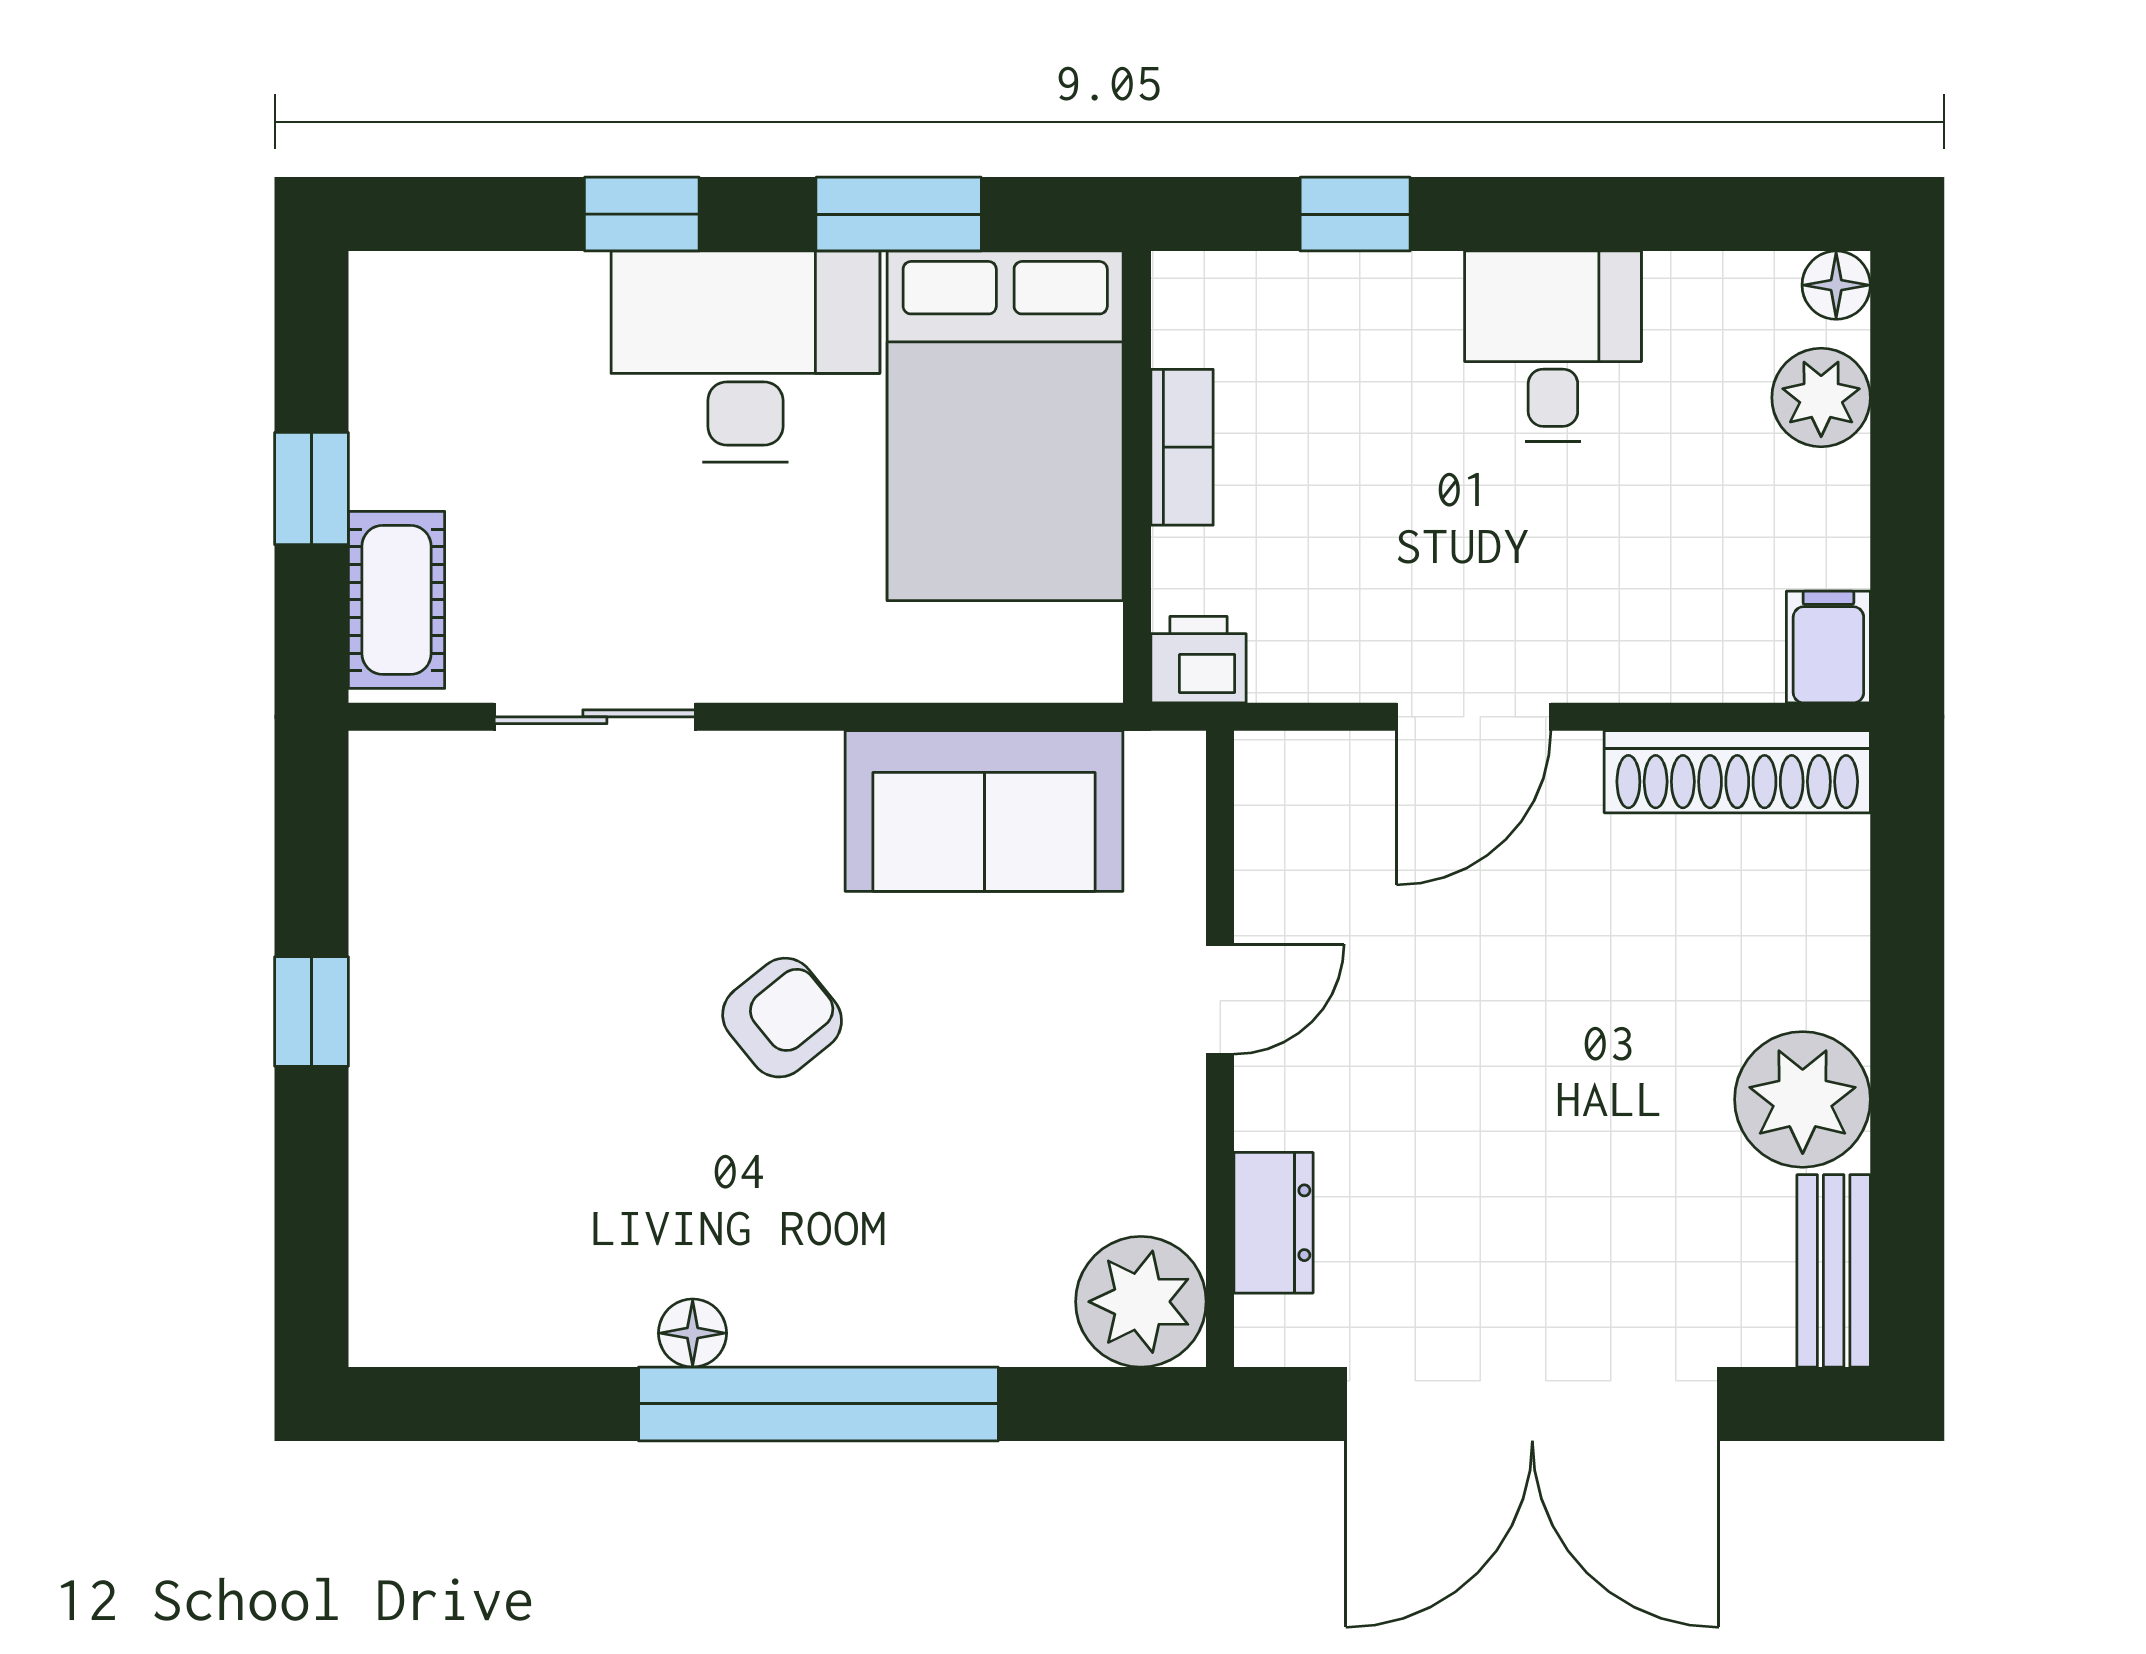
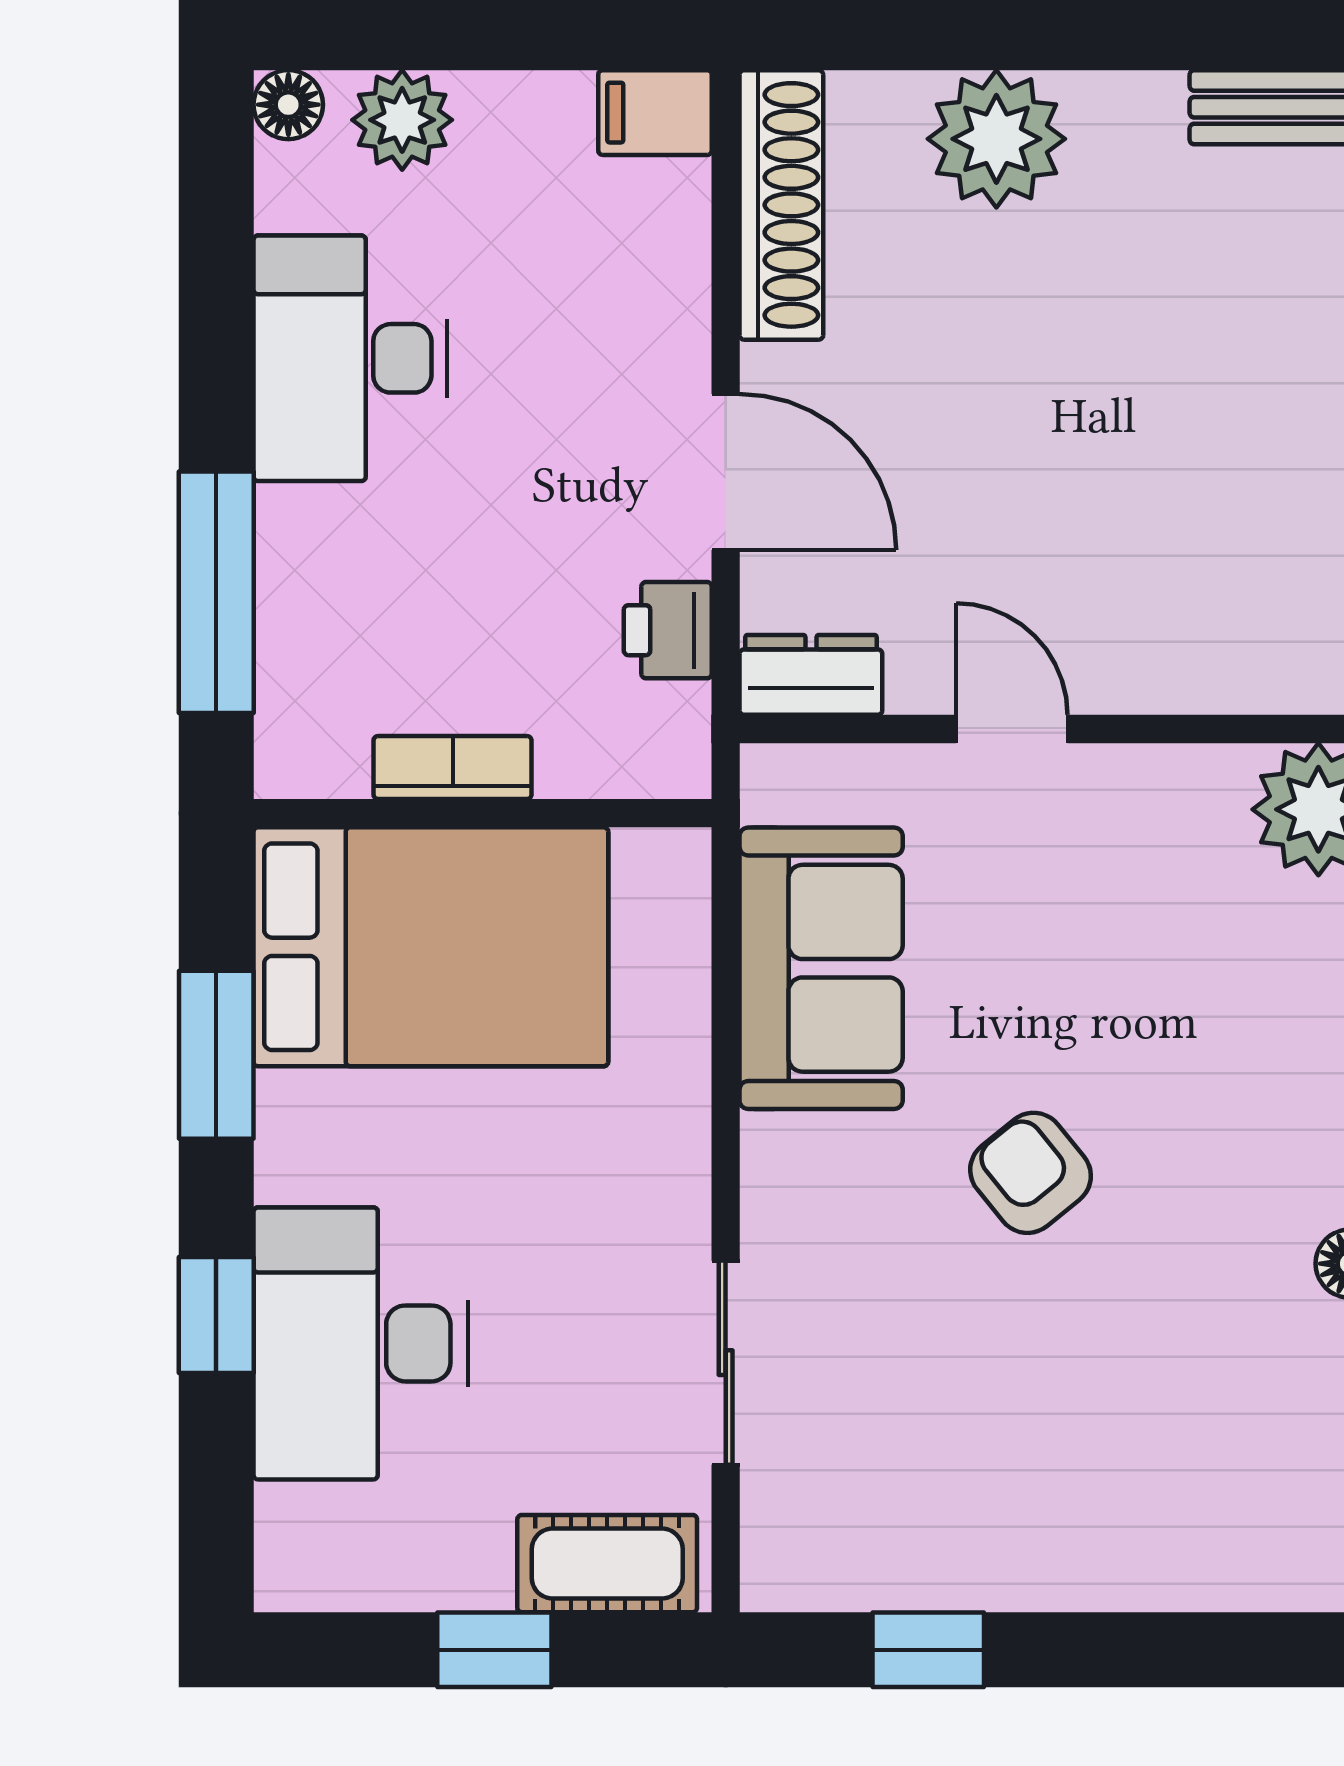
window: (1355, 214) -> (216, 592), width x2.17
desk: (1553, 346) -> (350, 358), width x1.37
desk: (745, 357) -> (361, 1343), moved
printer: (1199, 660) -> (668, 630), moved
window: (311, 1012) -> (928, 1650), moved
plant: (1803, 1099) -> (996, 139), moved
dresser: (1273, 1223) -> (811, 675), moved

